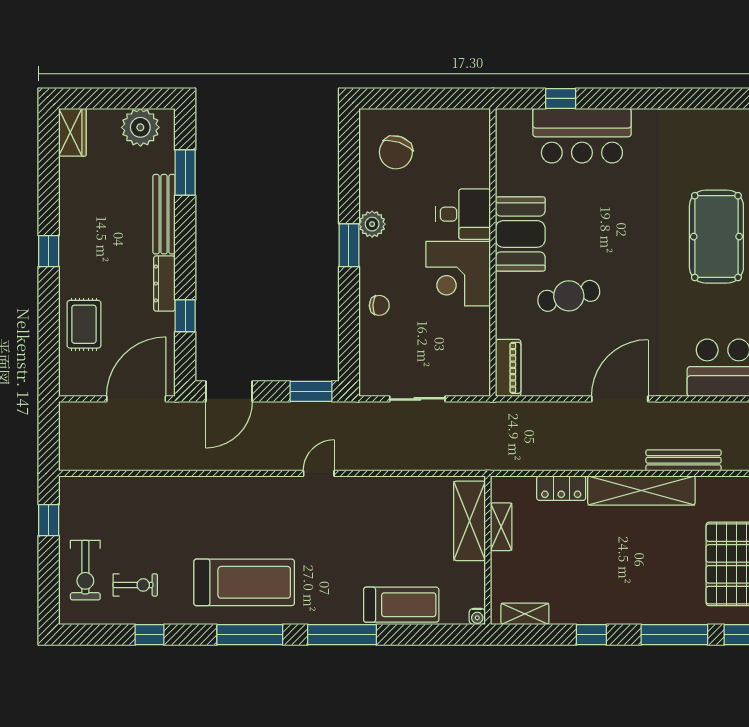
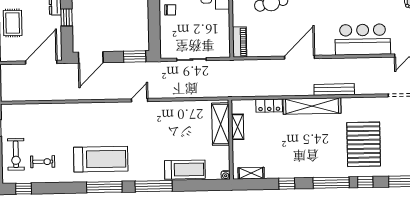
window: (149, 635) -> (24, 189), moved

